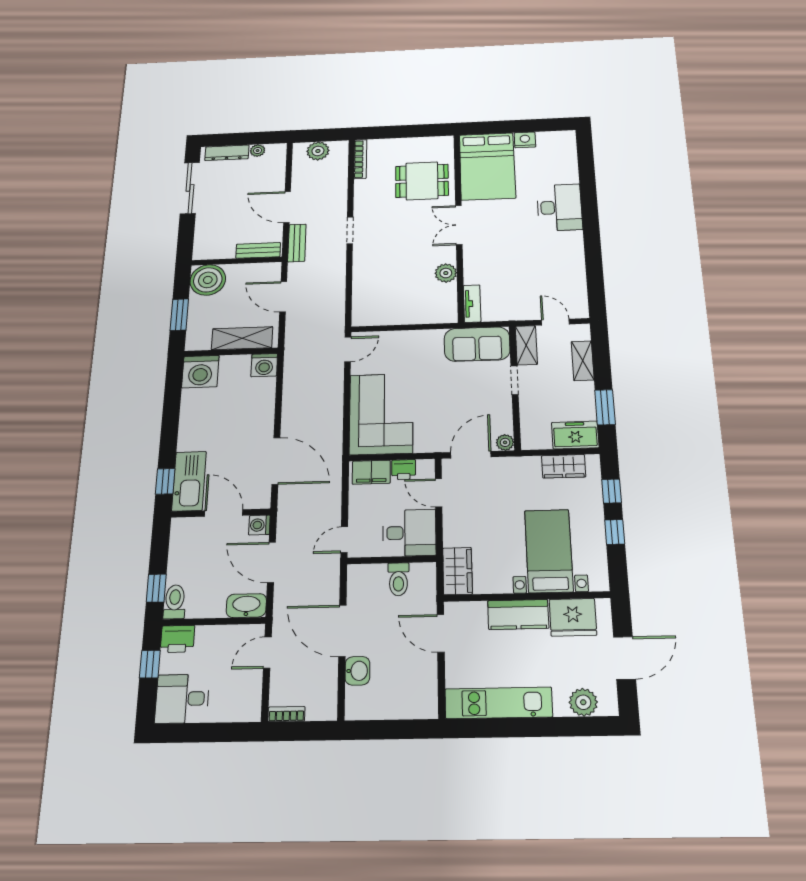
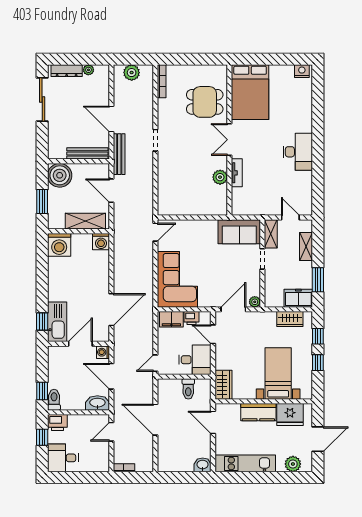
nightstand: (525, 140) -> (302, 71), moved
desk: (559, 207) -> (298, 152), moved
bench: (297, 243) -> (119, 154), width x1.36
bench: (258, 250) -> (87, 153), width x1.36
tv unit: (472, 304) -> (237, 173), moved
door: (276, 461) -> (111, 310), hinge flipped
door: (224, 513) -> (80, 344), hinge flipped
washbasin: (357, 671) -> (203, 465), moved, turned -90

